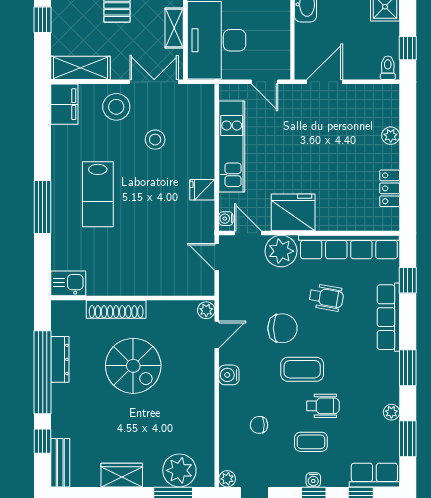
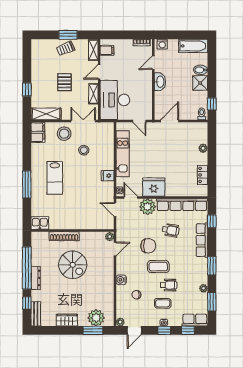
dresser: (60, 359) -> (36, 278), moved
water cooler: (229, 375) -> (121, 280), moved

